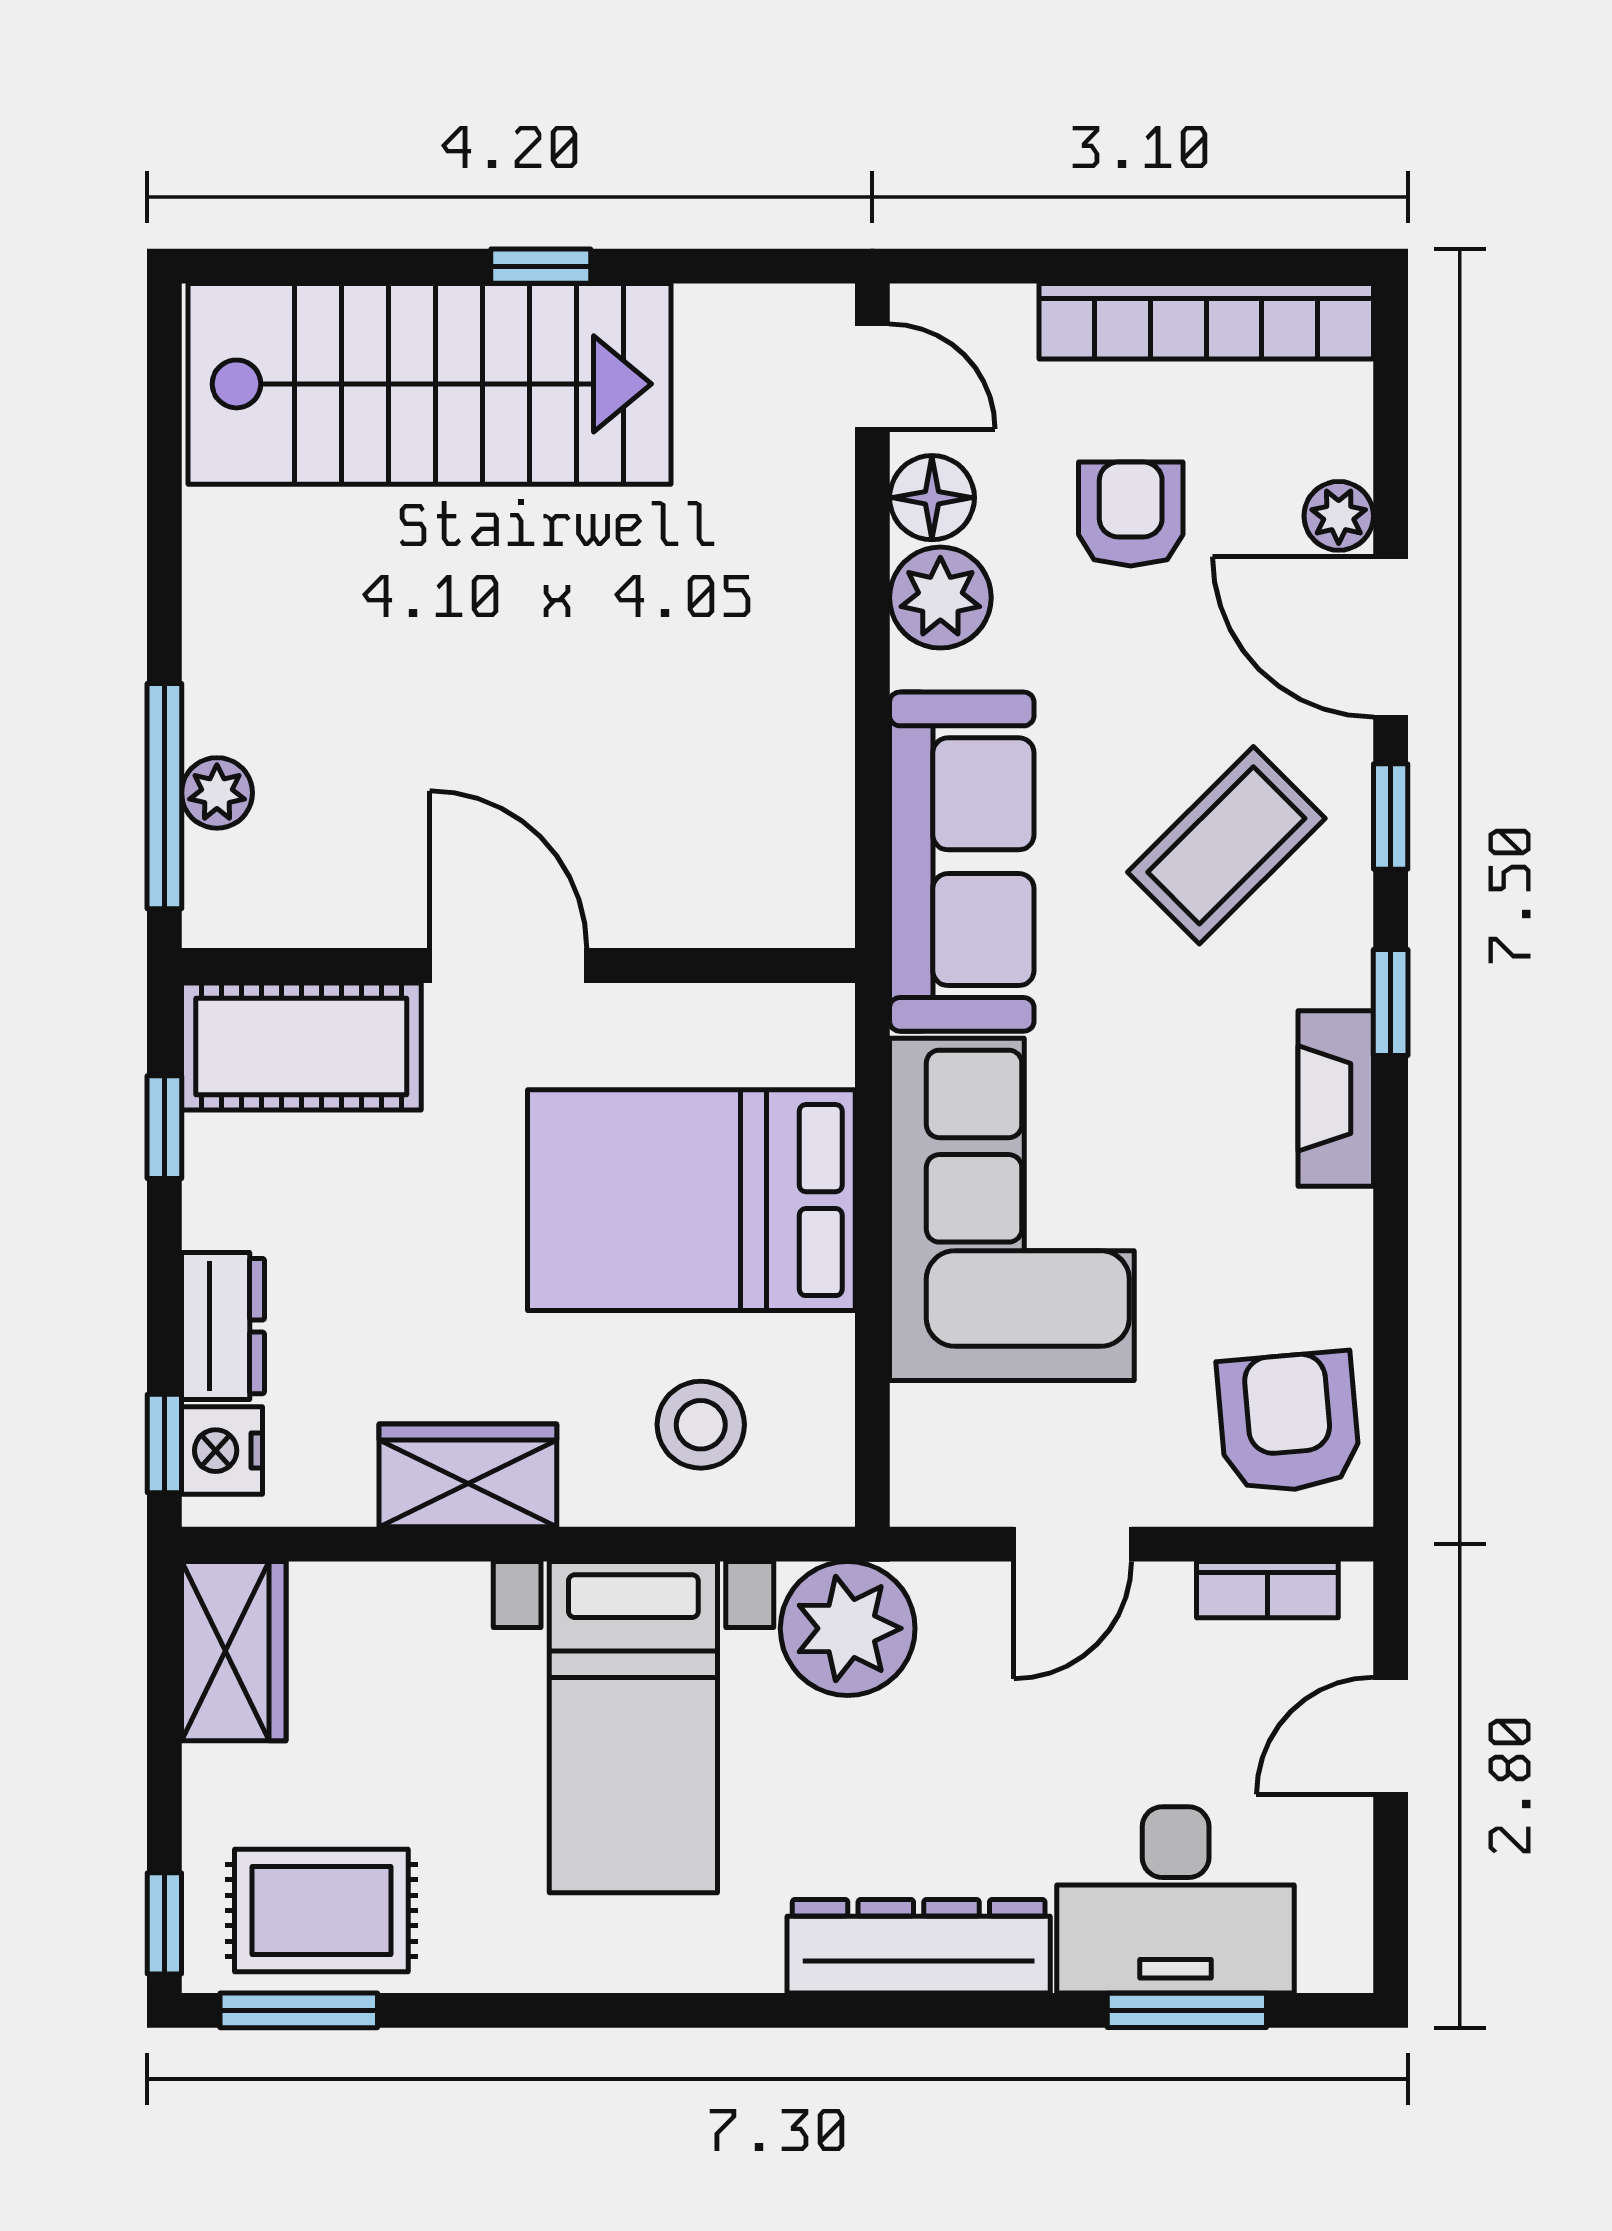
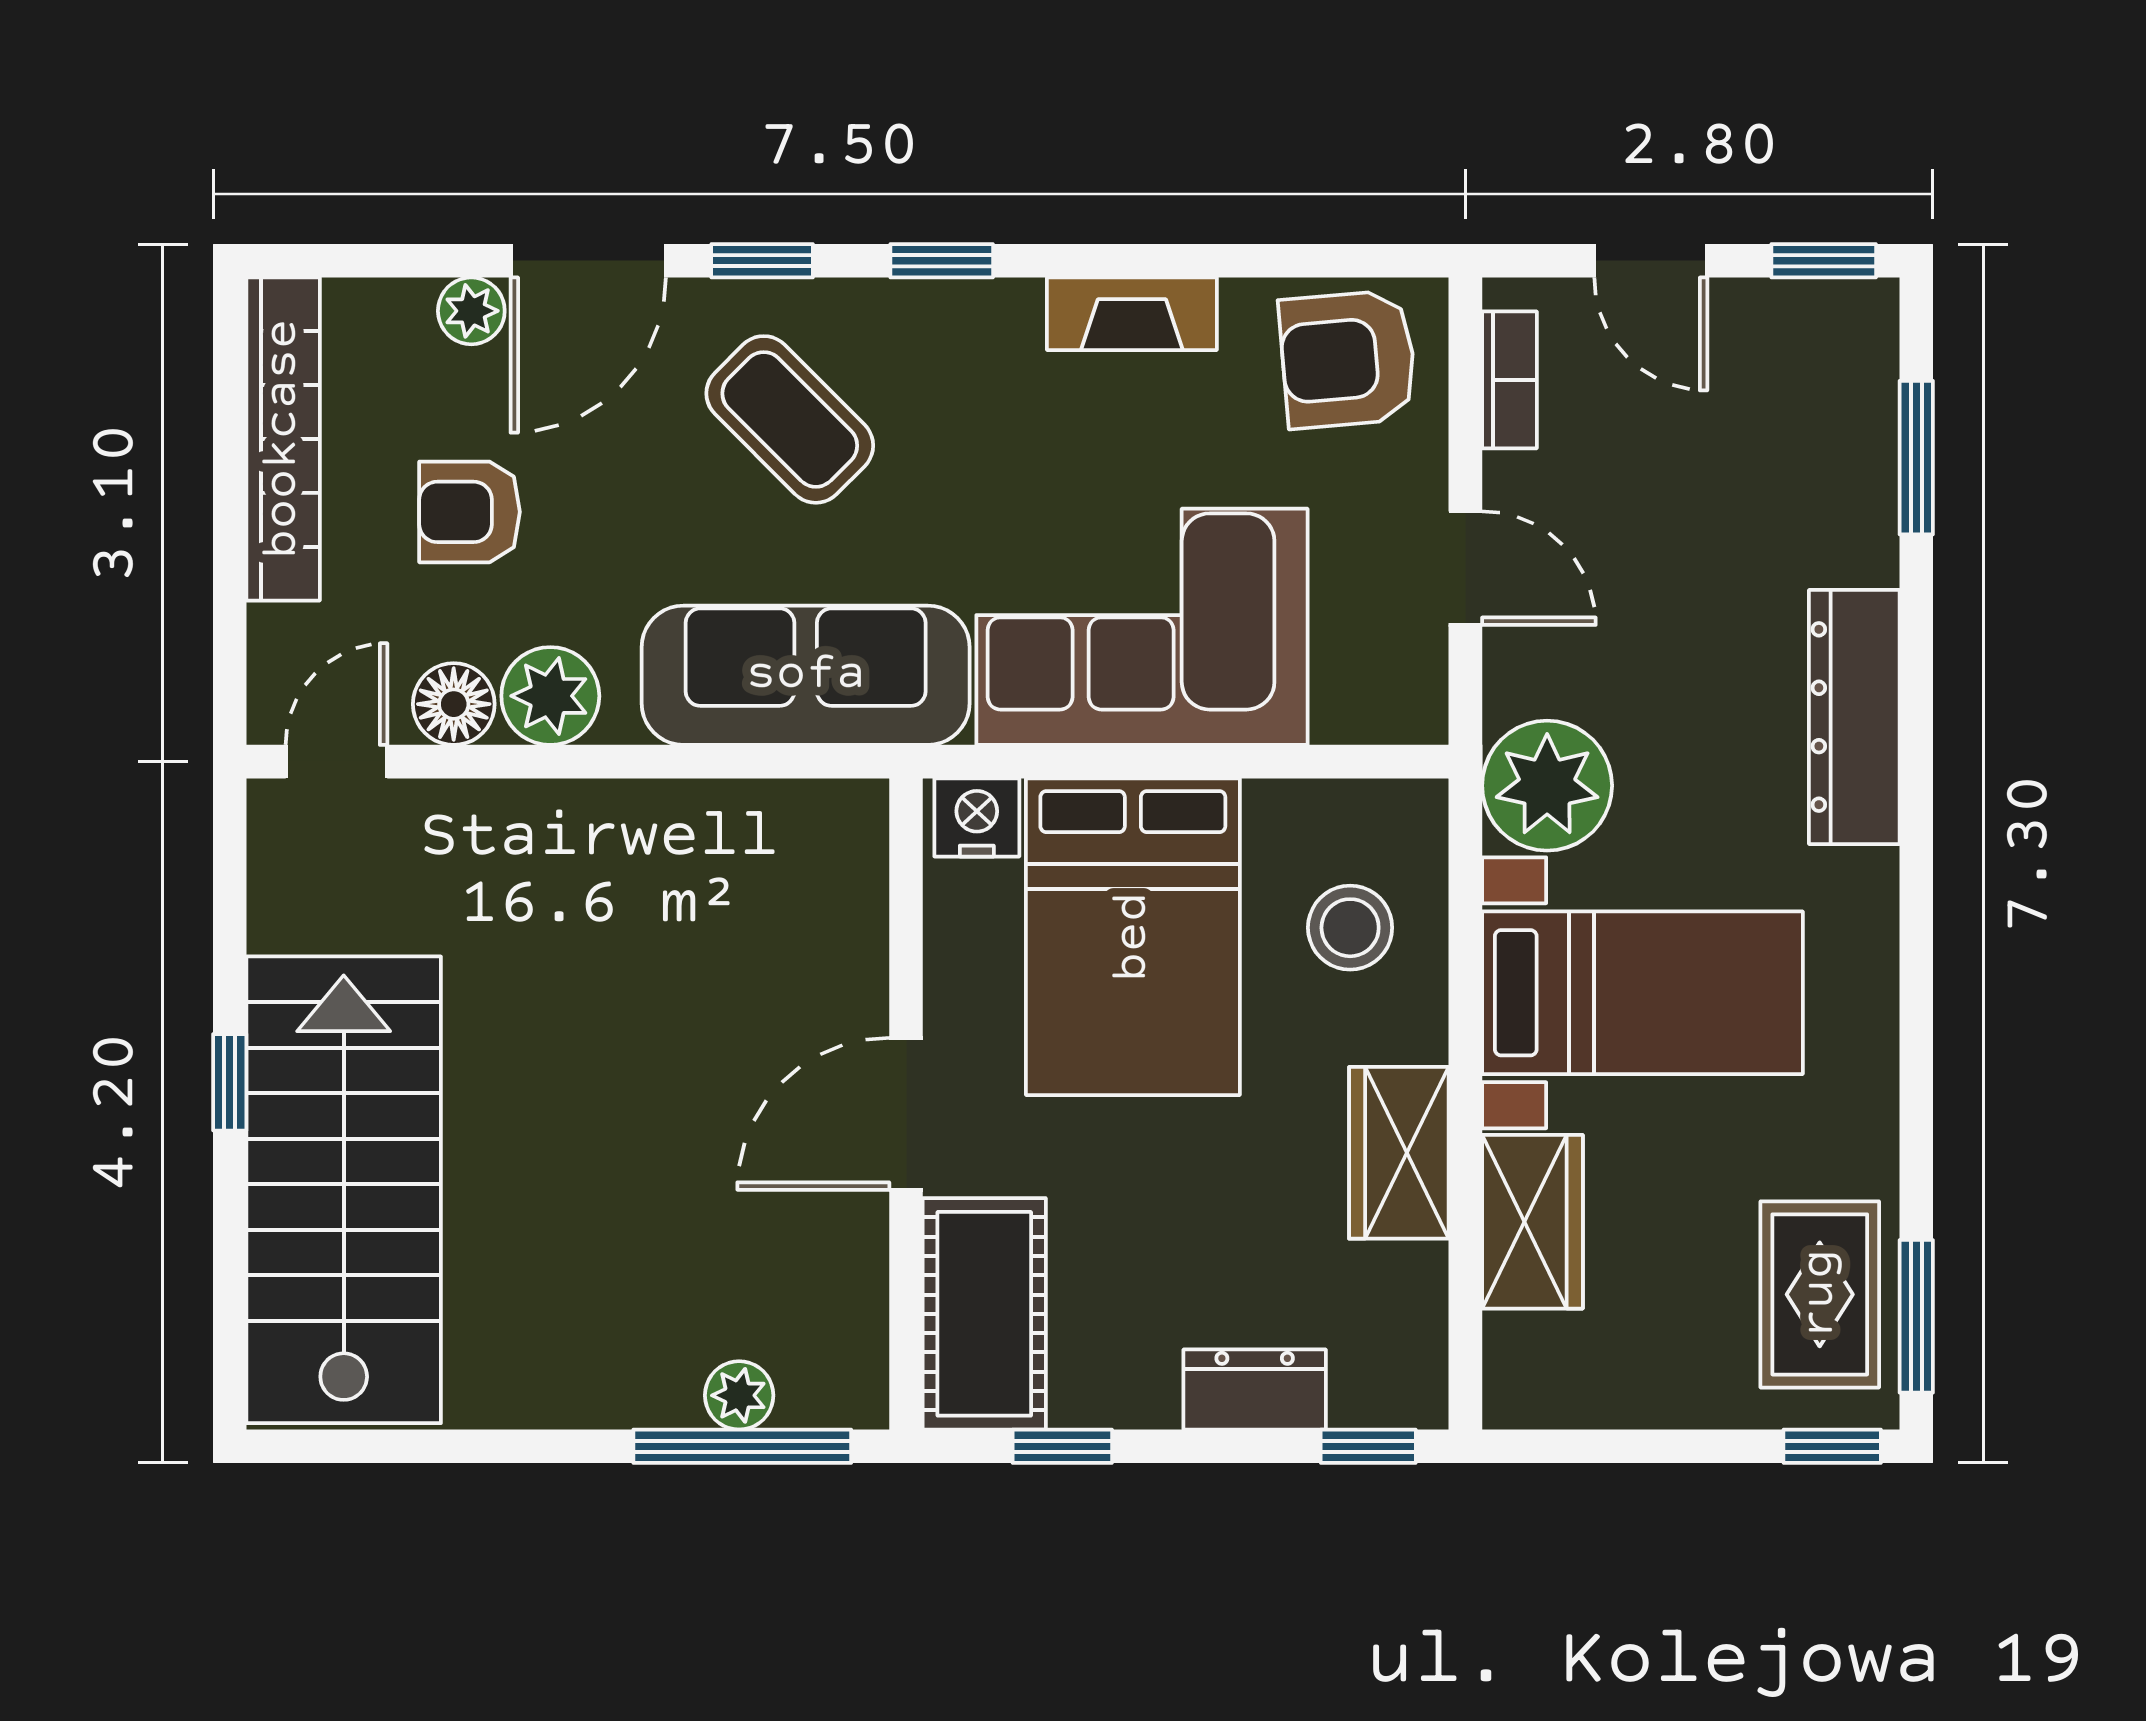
fireplace: (1336, 1098) -> (1132, 314), moved
nightstand: (222, 1451) -> (977, 817), moved, turned 180
wardrobe: (234, 1651) -> (1532, 1222), moved, turned 90
desk: (1176, 1900) -> (1809, 469), removed
window: (1391, 1915) -> (1824, 261), added

